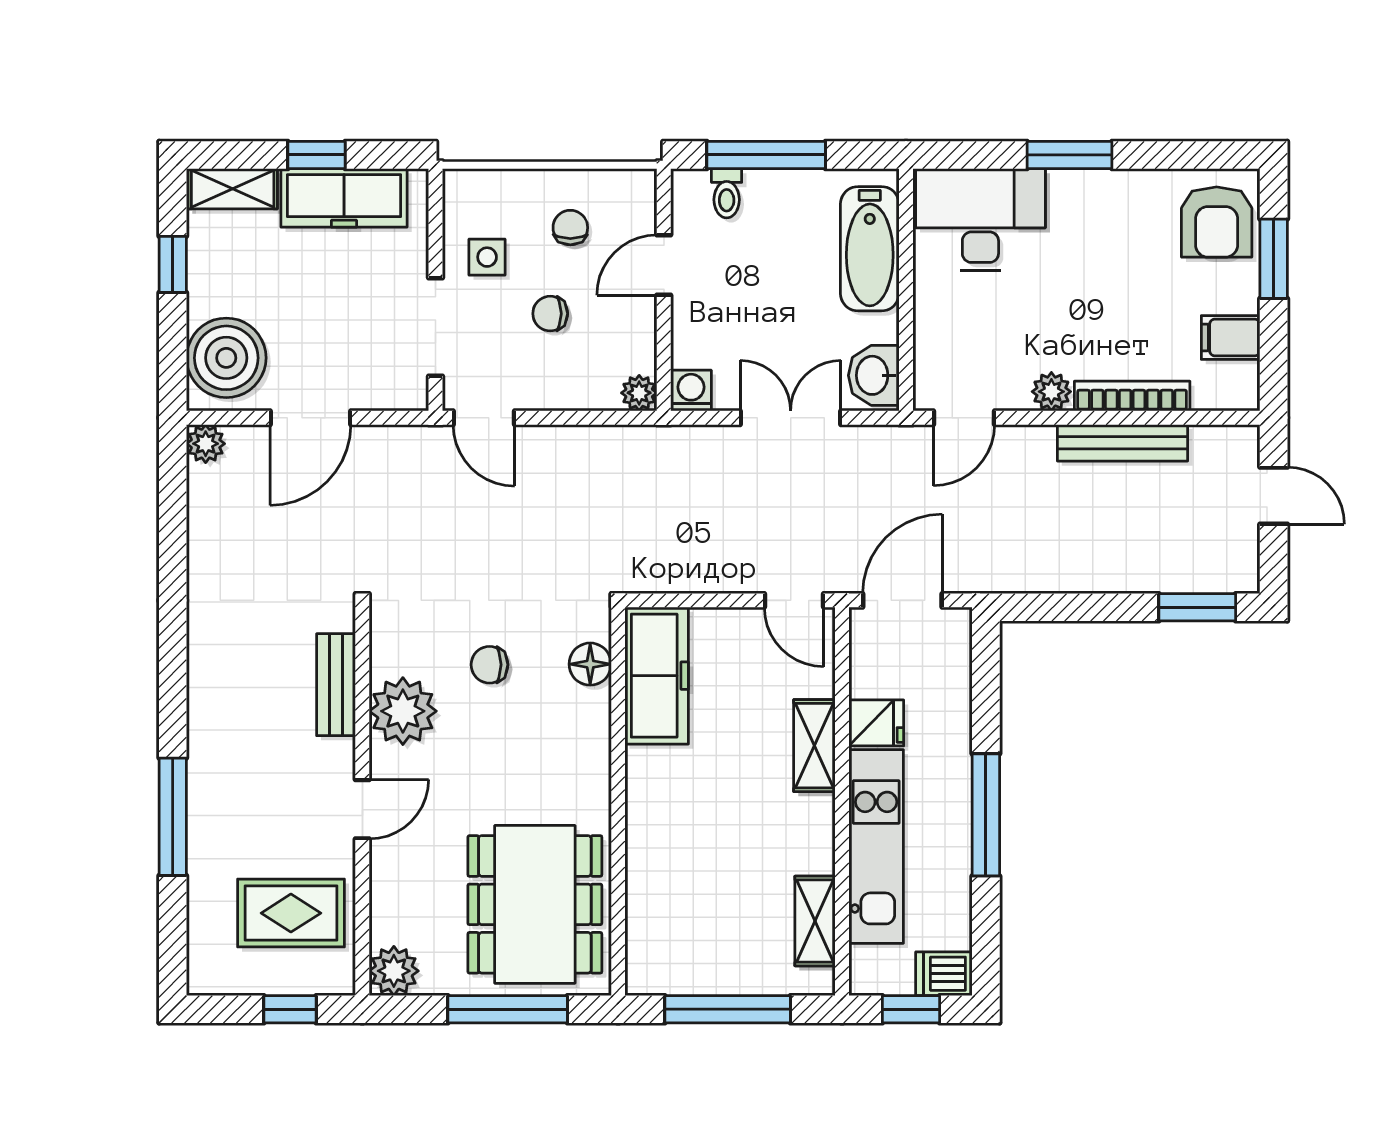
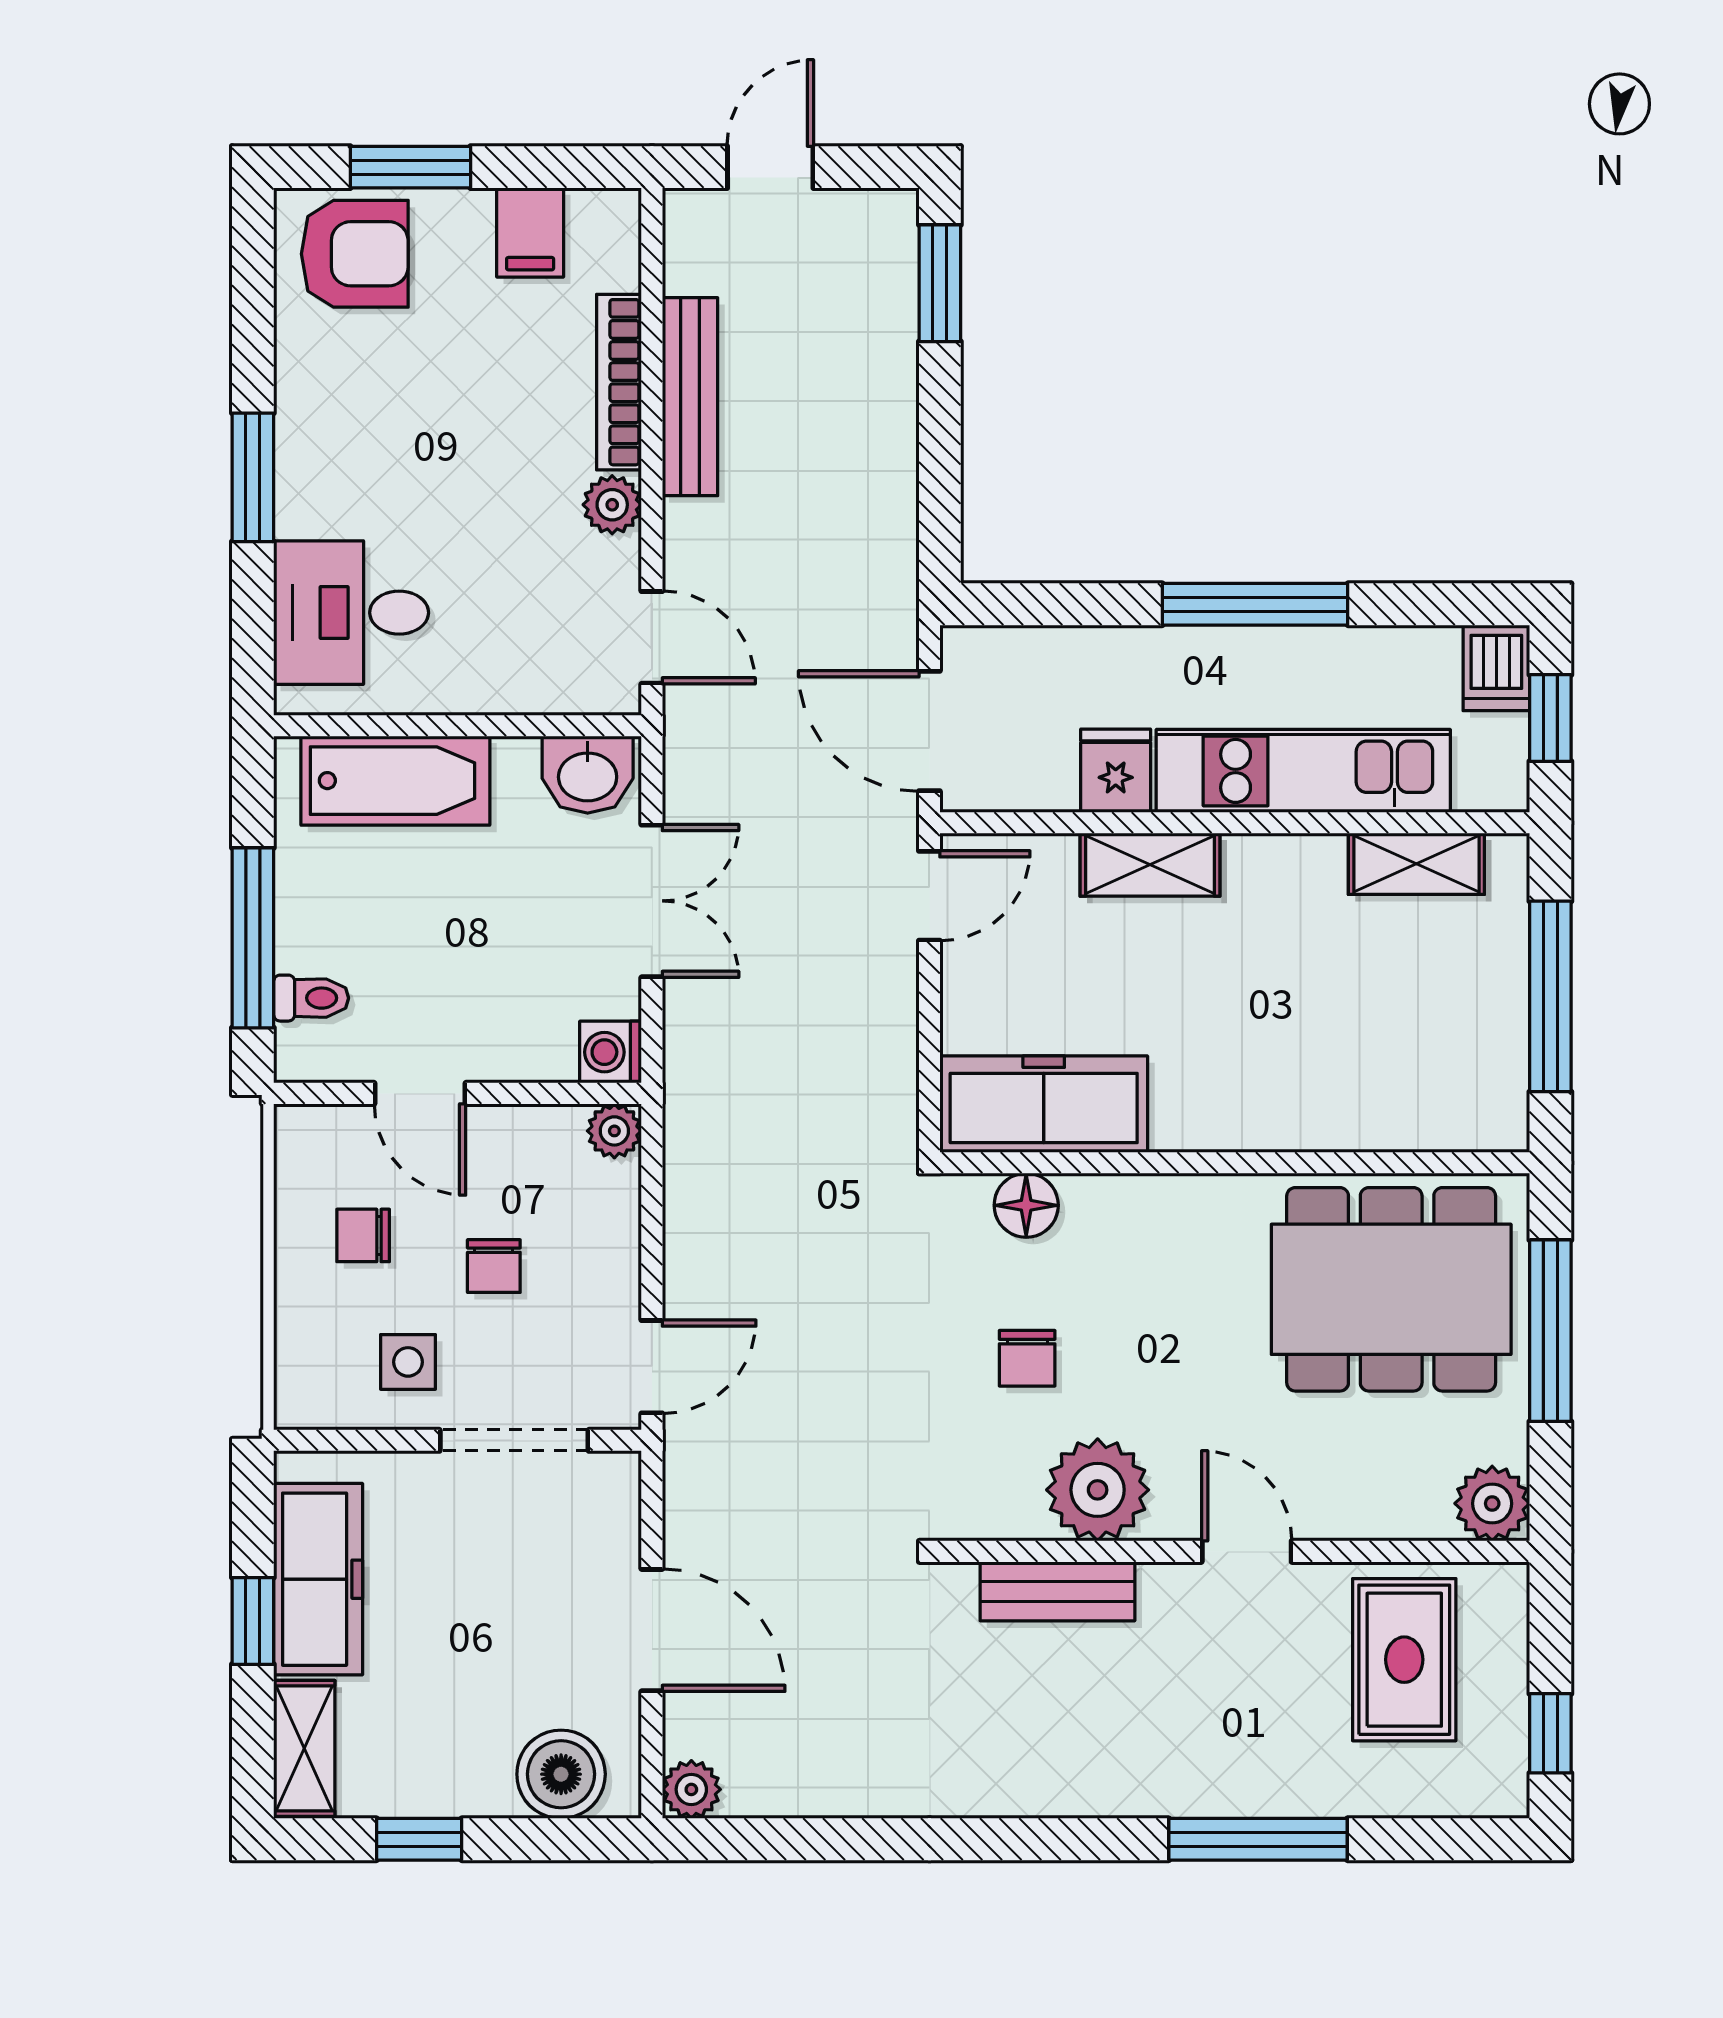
desk: (980, 220) -> (351, 613), width x0.73
boiler: (226, 358) -> (561, 1774), width x0.73, depth x0.73
double door: (791, 418) -> (652, 901), swing flipped
window: (290, 1009) -> (1550, 1733), moved

